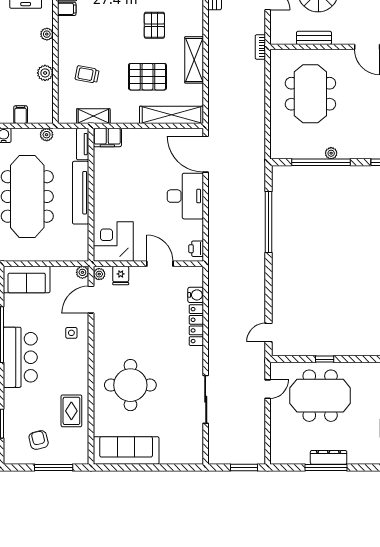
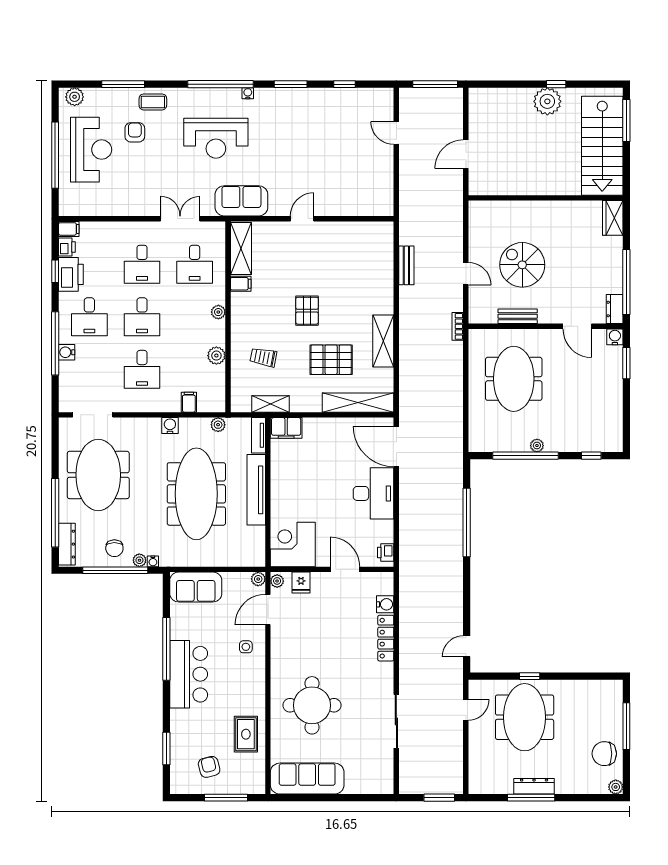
pallet: (154, 25) -> (307, 311), moved
meeting table: (320, 396) -> (525, 717), turned 90

